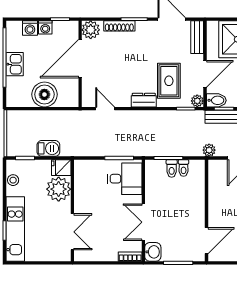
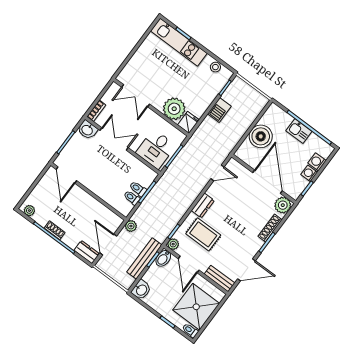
fridge: (61, 168) -> (188, 122), moved
plant: (59, 189) -> (174, 109), moved
wall: (72, 210) -> (151, 107), moved
double door: (72, 232) -> (136, 96), moved

